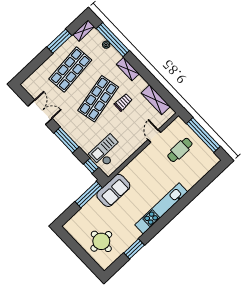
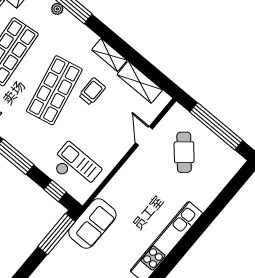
shelving: (128, 69) -> (109, 55), moved
cafe table: (180, 150) -> (184, 152), turned -41
checkout: (106, 151) -> (75, 167), turned 90

